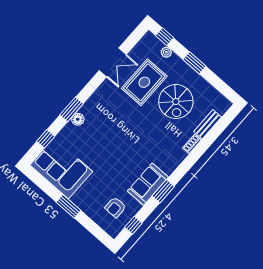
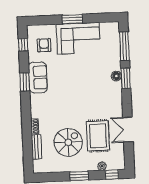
spiral stairs: (176, 101) -> (68, 142), turned 90
window: (46, 139) -> (124, 46), width x2.17
corner sofa: (61, 168) -> (78, 38), moved

